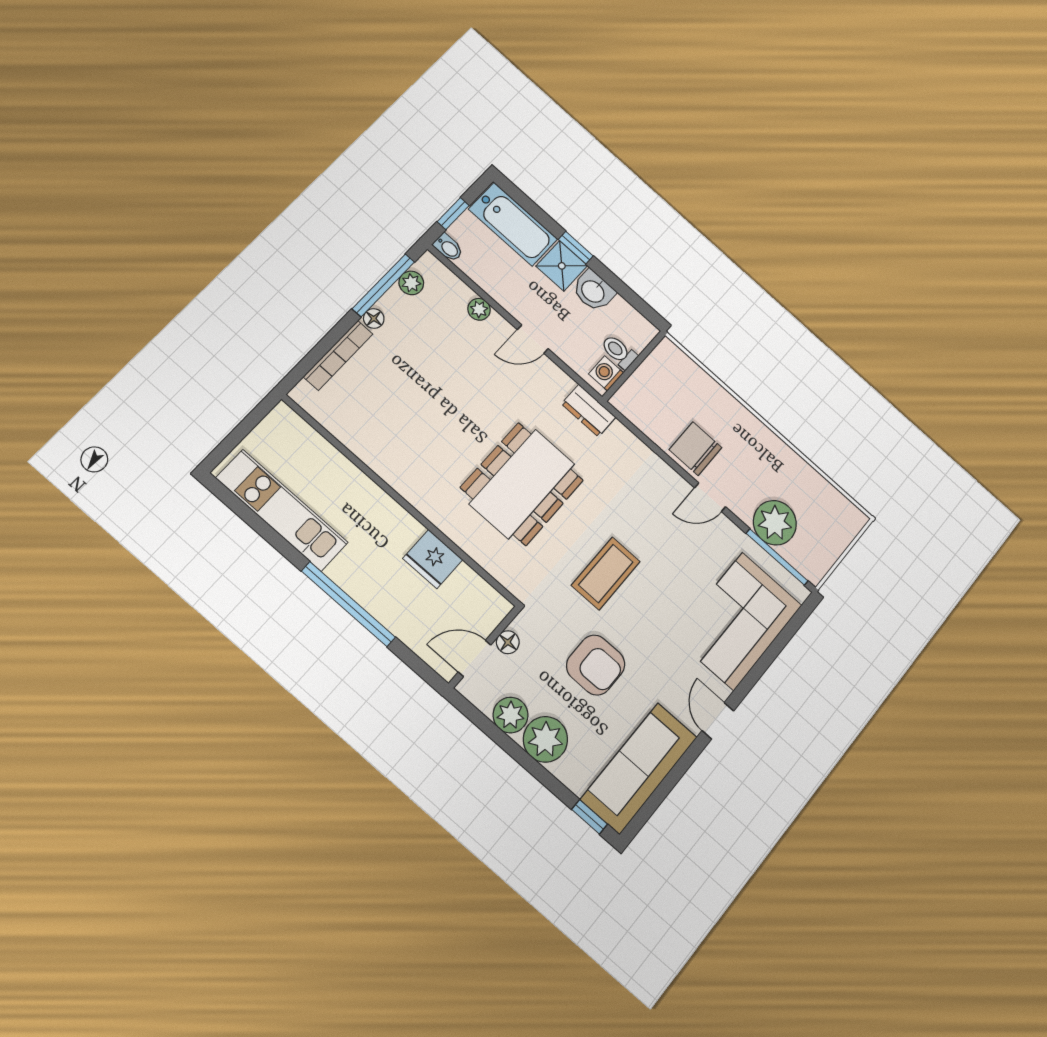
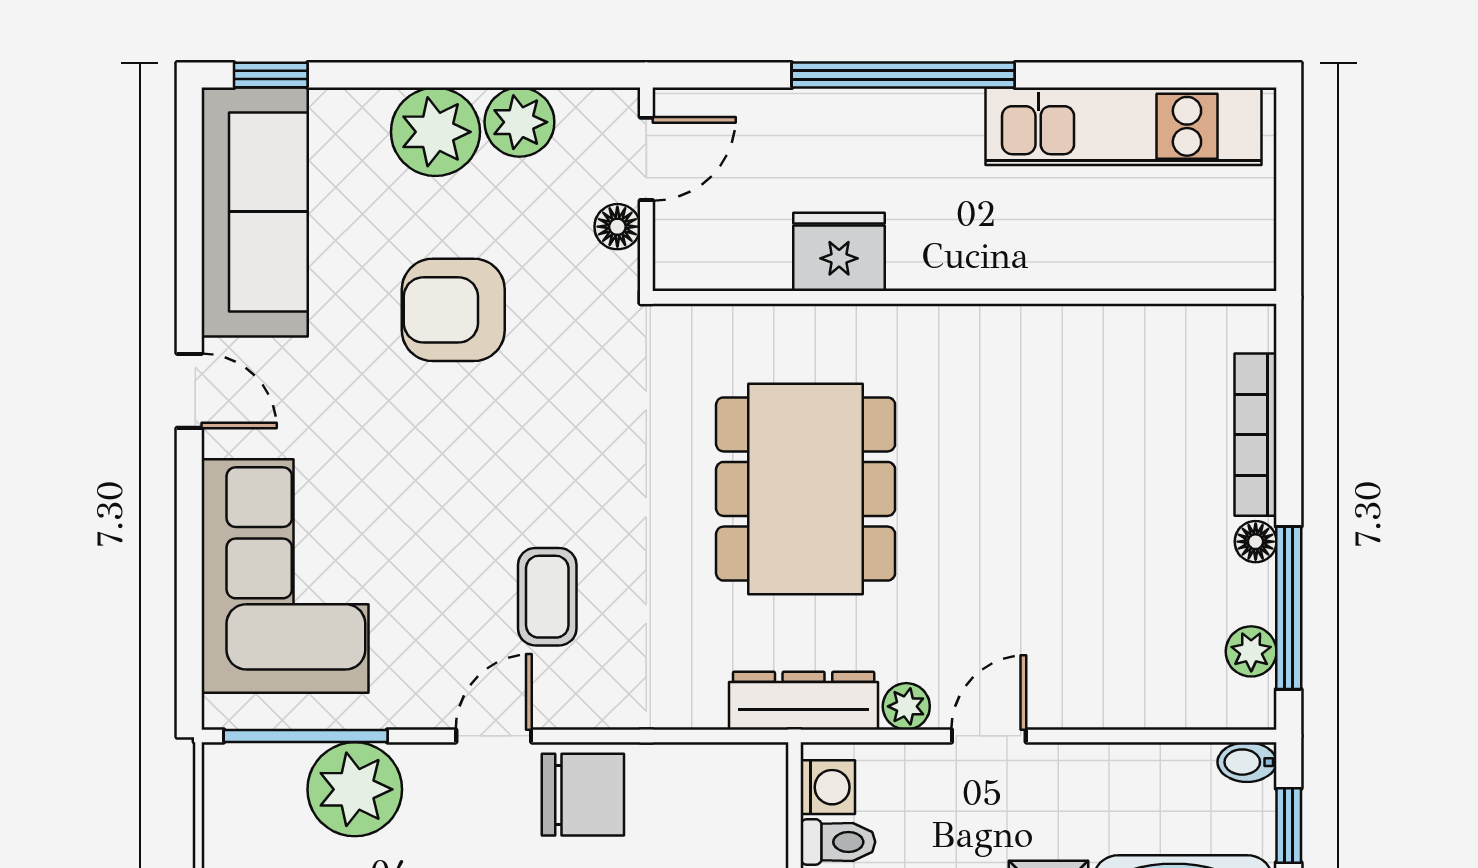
plant: (479, 309) -> (906, 706), moved
dresser: (589, 411) -> (804, 701), width x1.44
coffee table: (606, 573) -> (547, 597), moved, width x0.73, depth x0.77

